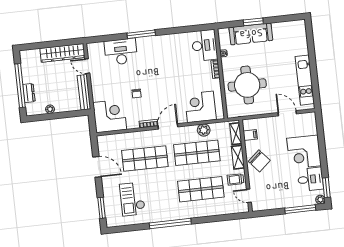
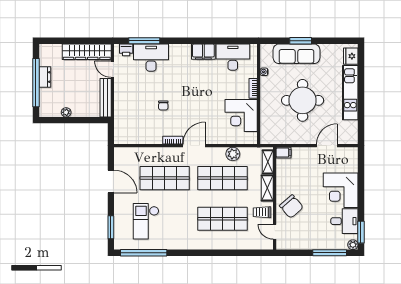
fridge: (300, 31) -> (351, 56), added
window: (141, 34) -> (144, 41), moved
filing cabinet: (167, 41) -> (203, 52), added
desk: (204, 45) -> (233, 57), moved, turned -90
printer: (98, 47) -> (126, 50), added
kitchen unit: (305, 80) -> (350, 93), moved
round table: (247, 85) -> (303, 100), moved
dresser: (29, 93) -> (45, 77), moved
corner desk: (200, 107) -> (241, 115), moved, turned -90
door: (287, 113) -> (327, 146), hinge flipped
corner desk: (110, 116) -> (131, 127), removed
filing cabinet: (250, 135) -> (283, 153), moved
chair: (259, 161) -> (291, 206), moved
window: (170, 224) -> (144, 253), moved

